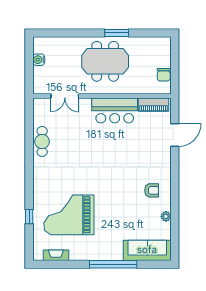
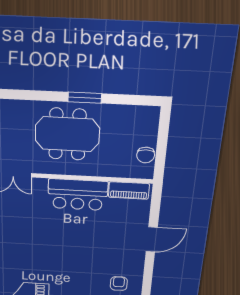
door: (175, 135) -> (152, 239), moved
armchair: (152, 190) -> (119, 284), turned -90

